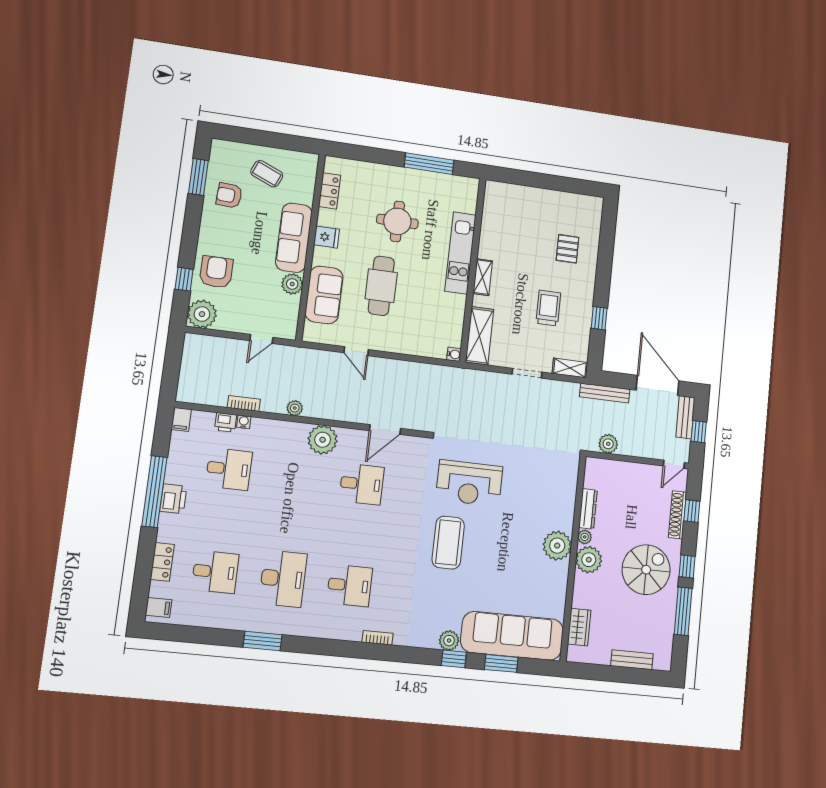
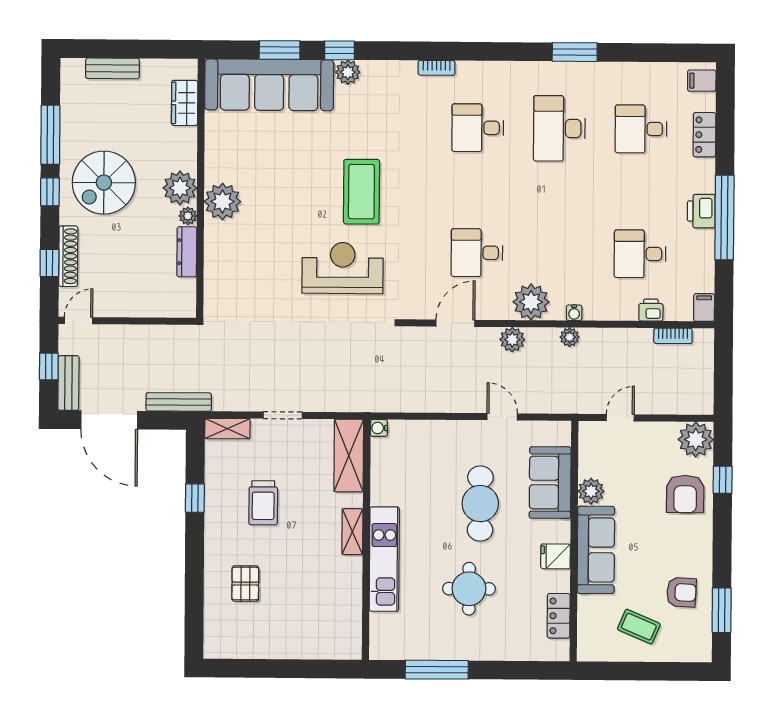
bookcase: (244, 403) -> (673, 336), moved
water cooler: (244, 422) -> (574, 313), moved
plant: (608, 444) -> (512, 340), moved

